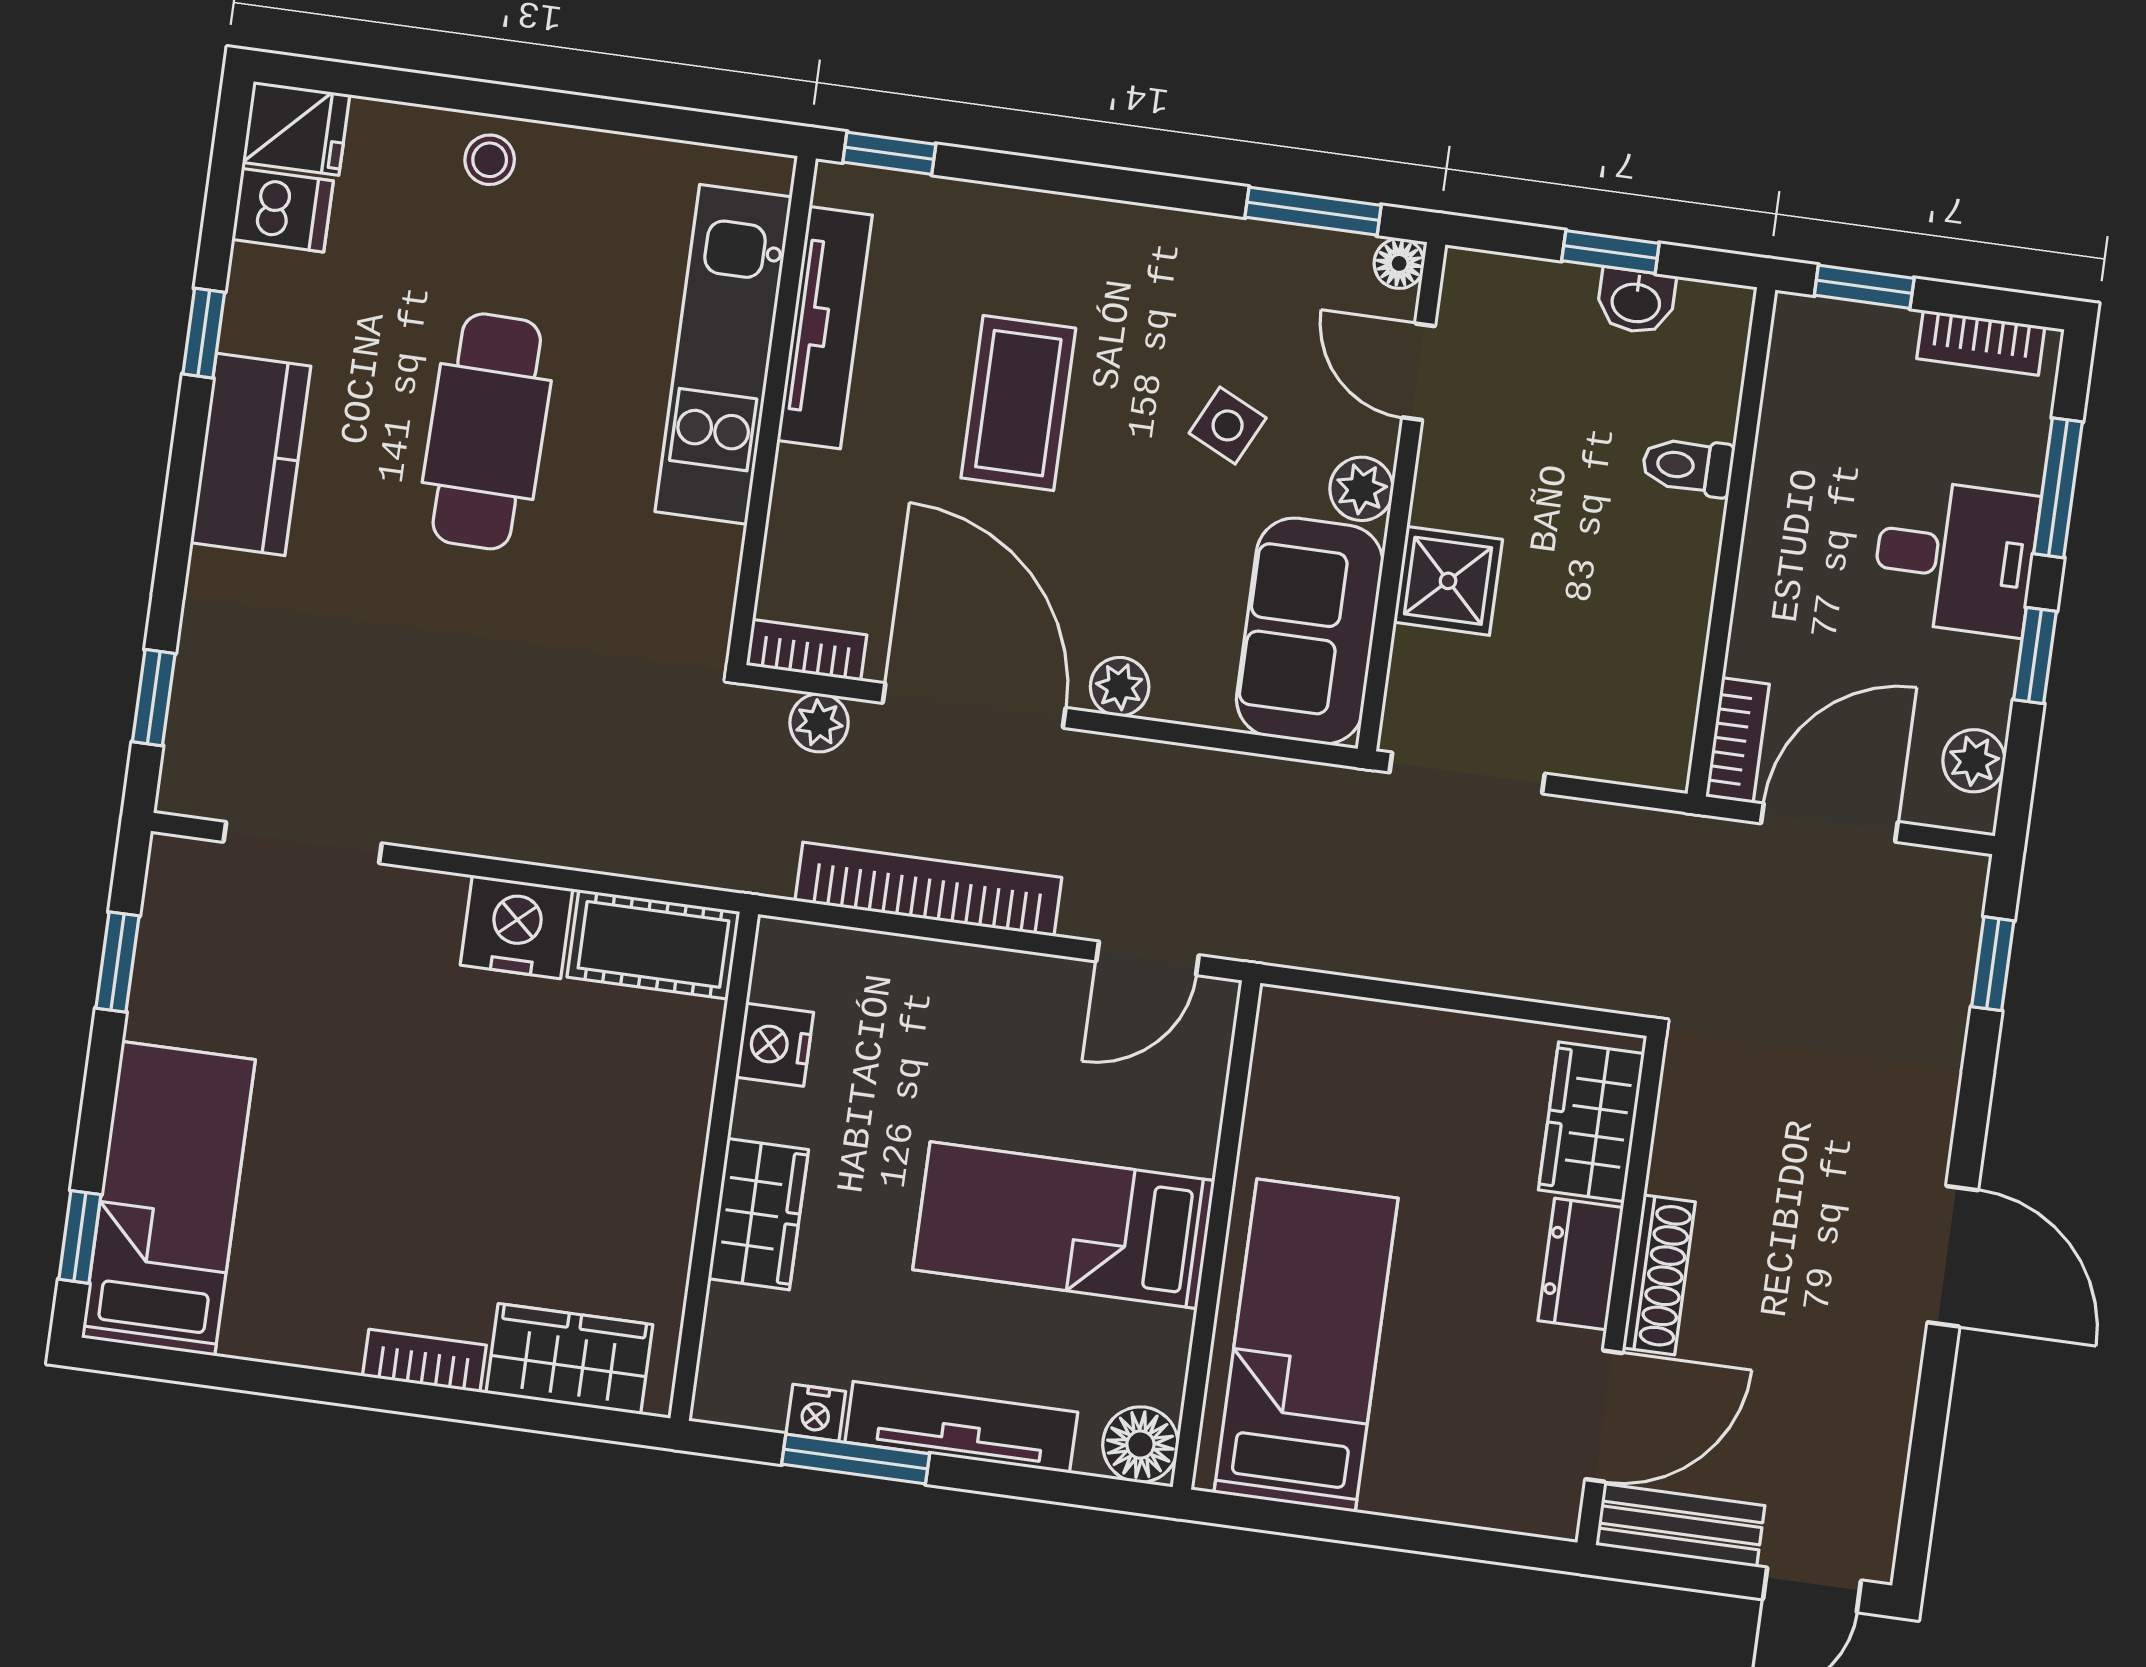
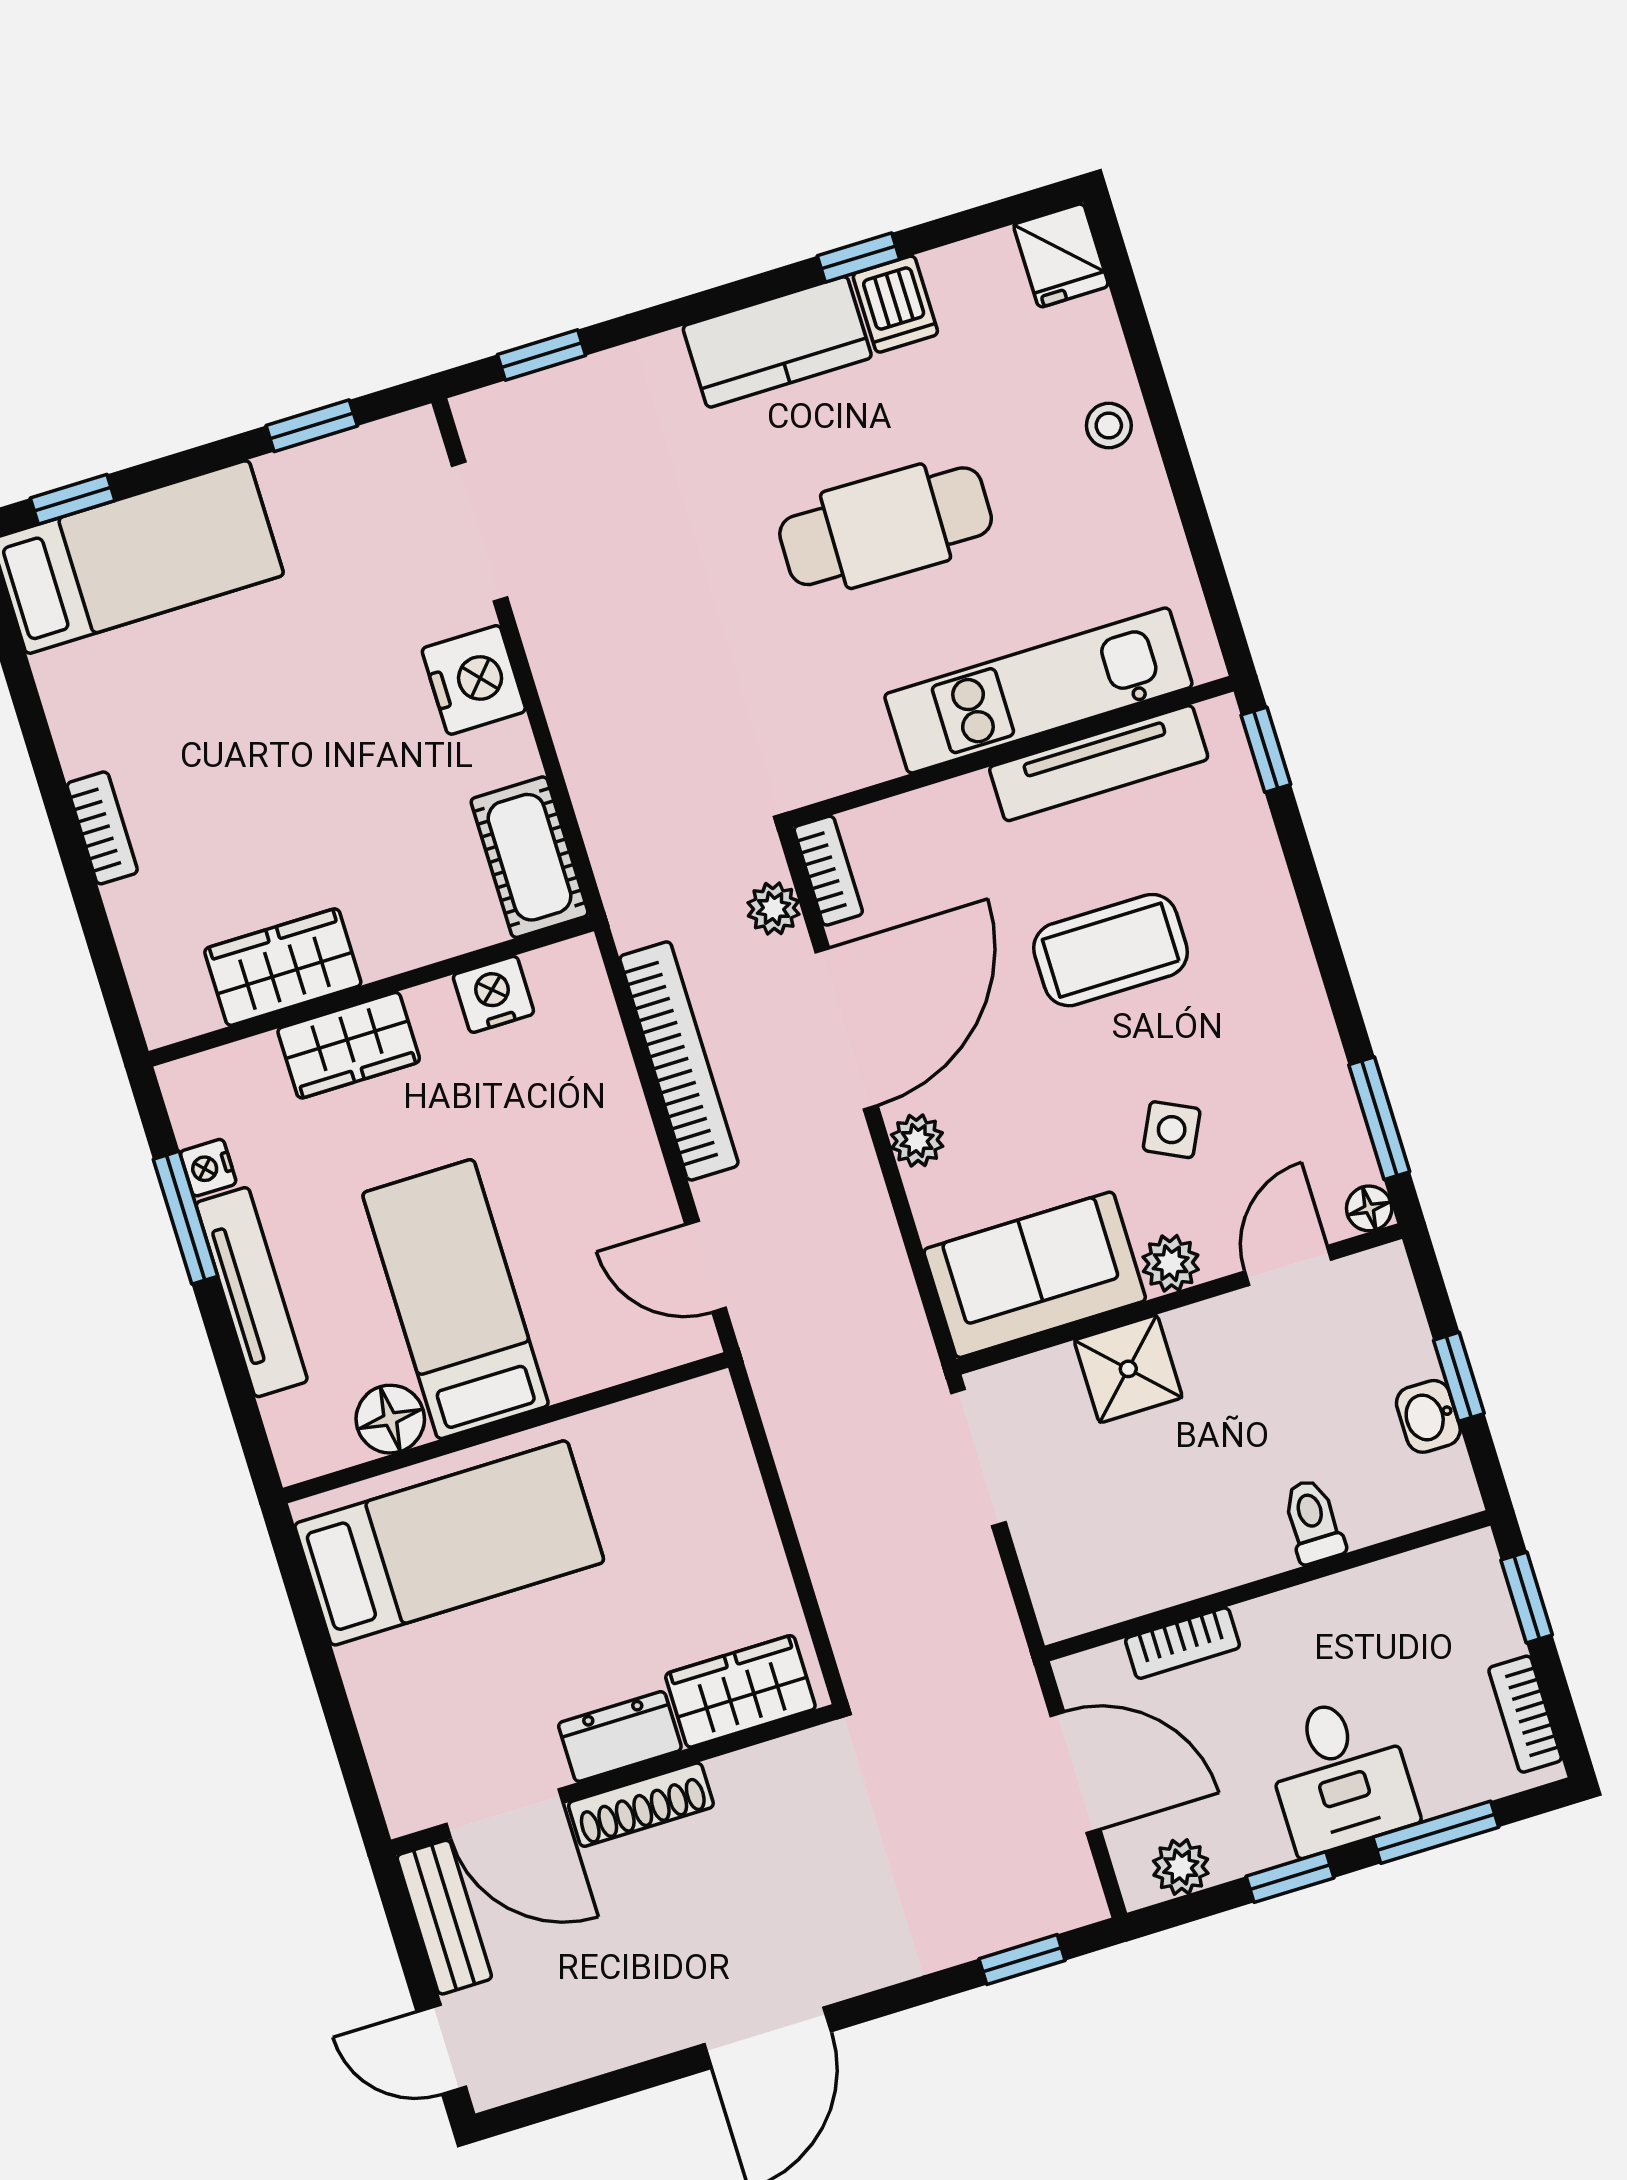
dishwasher: (283, 210) -> (895, 304), moved
bookcase: (1738, 740) -> (1182, 1643), moved
nightstand: (517, 927) -> (474, 680), moved
wardrobe: (569, 1359) -> (283, 967), moved, turned -90
floor lamp: (1140, 1445) -> (390, 1419), moved

